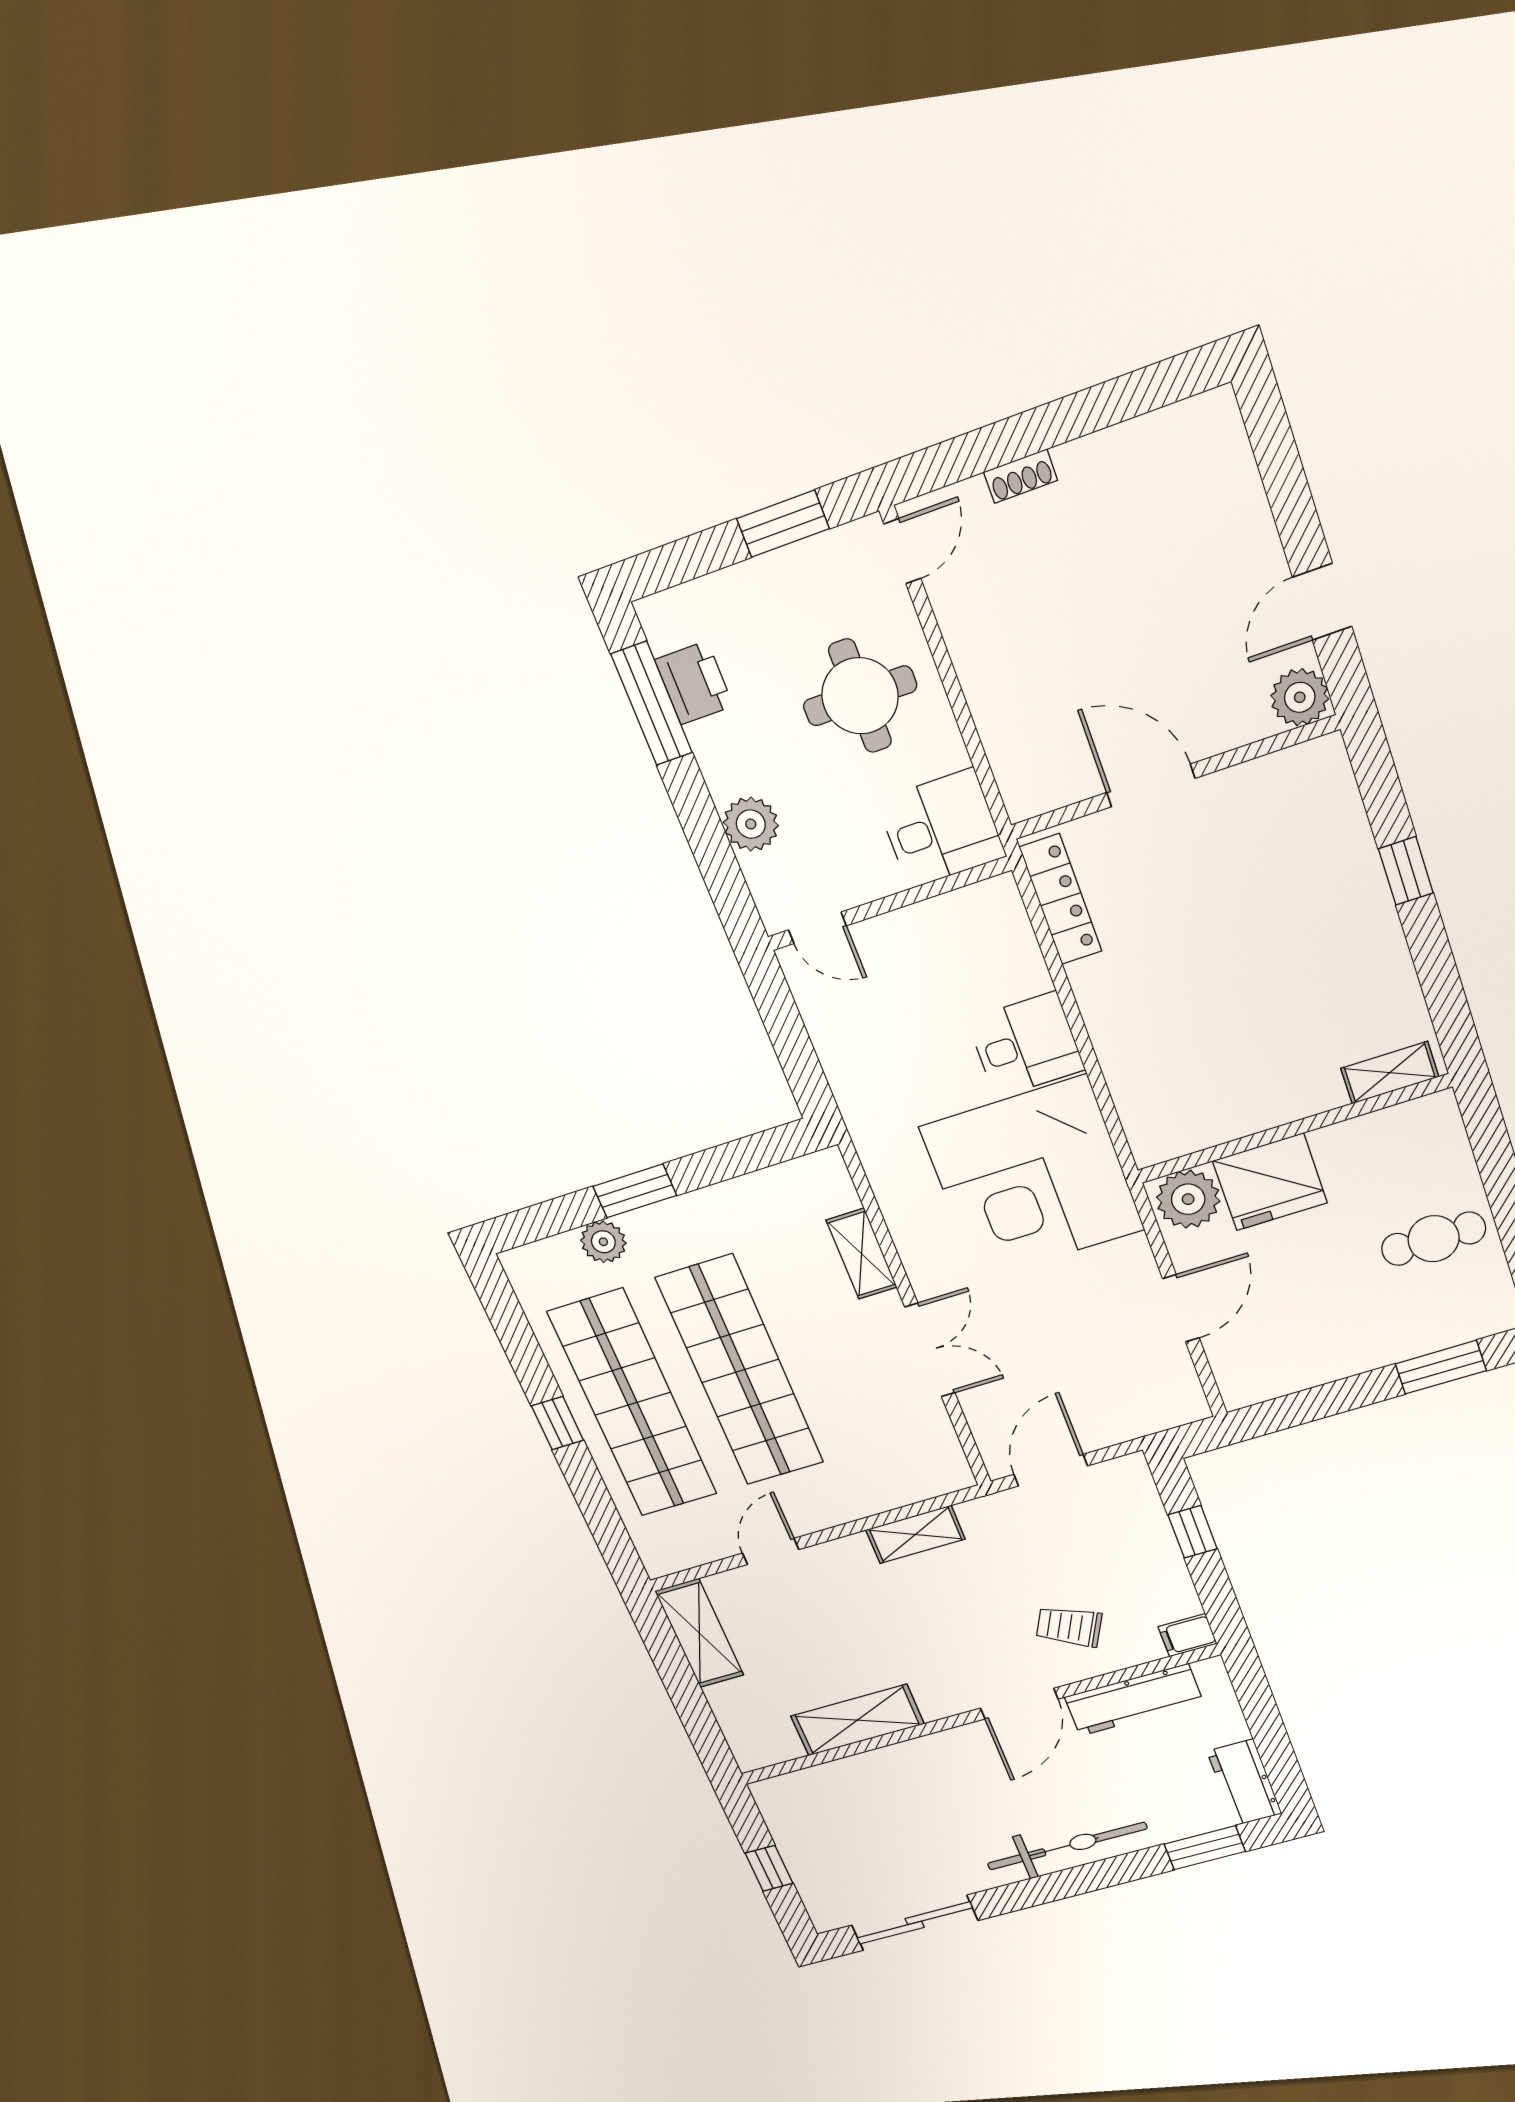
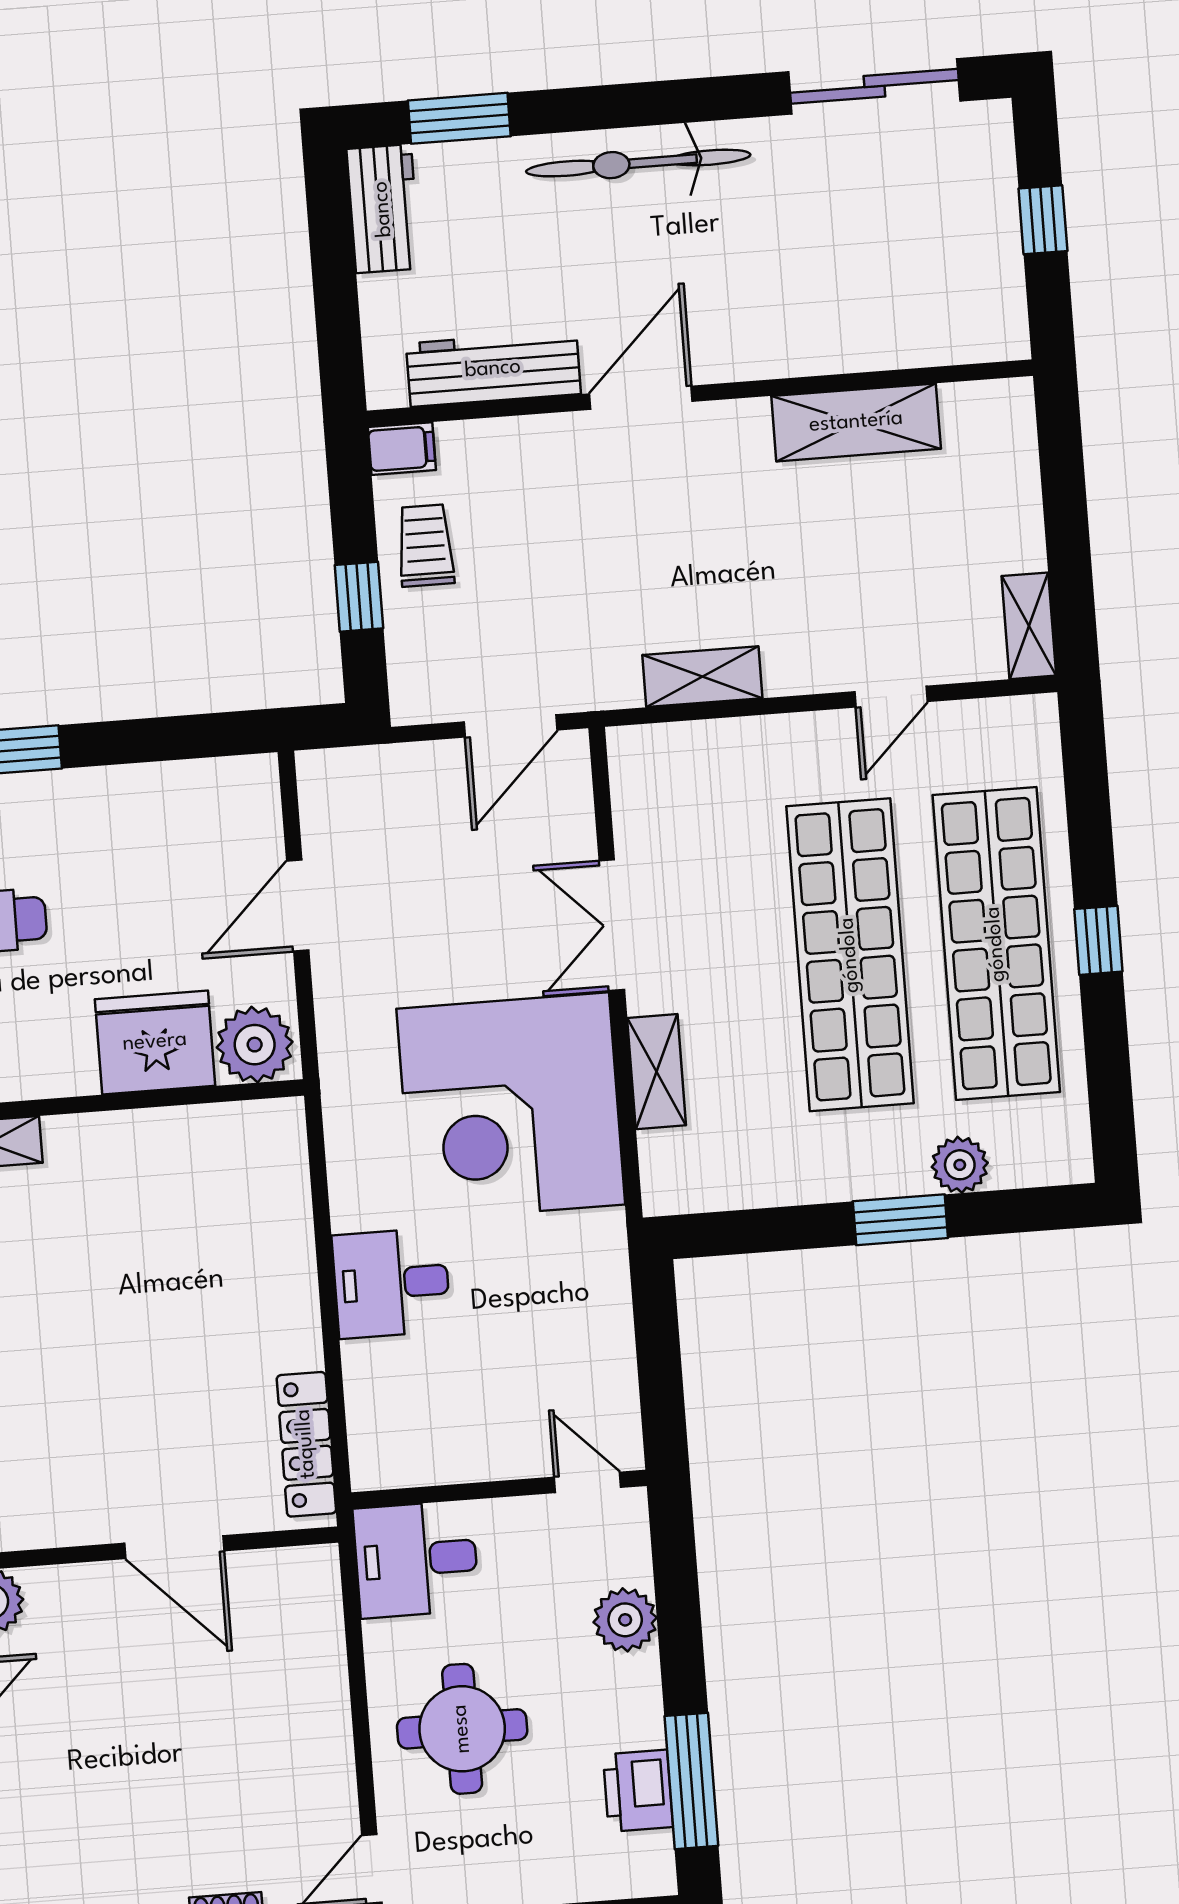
corner desk: (1032, 1179) -> (511, 1107), moved, turned 180
trolley: (1069, 1627) -> (425, 545), moved, turned -117
shelving: (699, 1633) -> (1029, 626), width x0.67, depth x0.75

